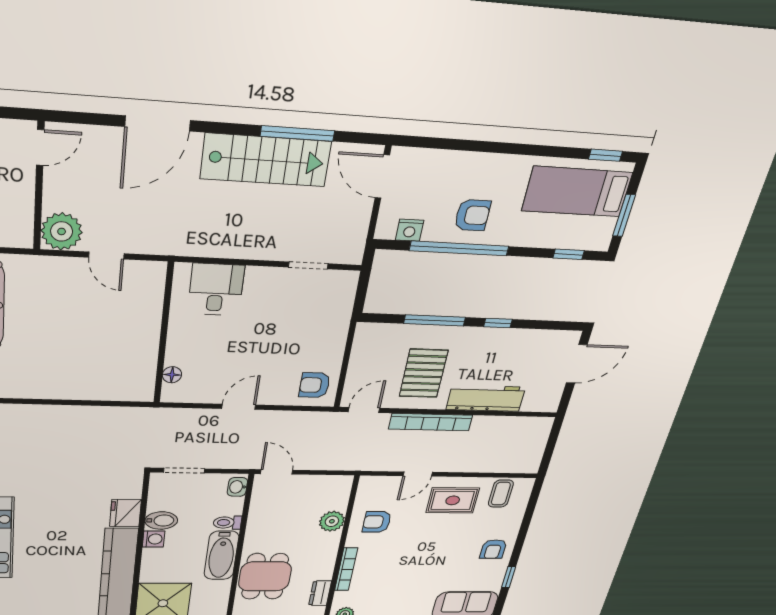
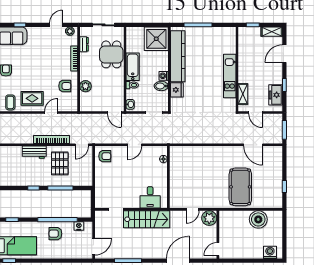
stairs: (266, 160) -> (147, 219), moved, turned 180
door: (382, 177) -> (94, 247), hinge flipped
door: (106, 255) -> (193, 209), swing flipped
workbench: (486, 398) -> (34, 152), width x0.73

